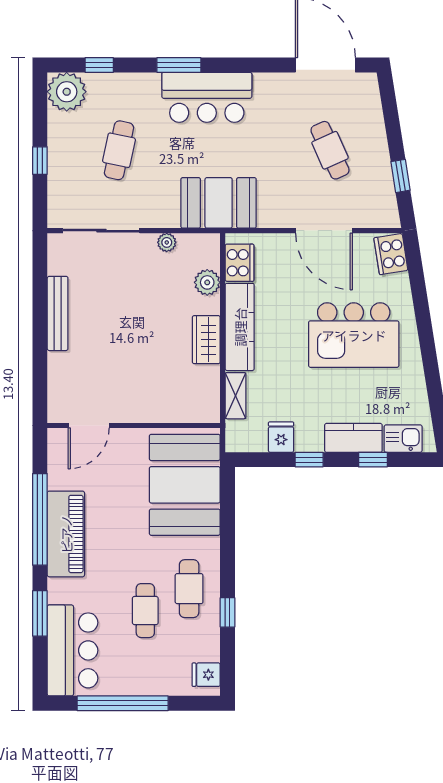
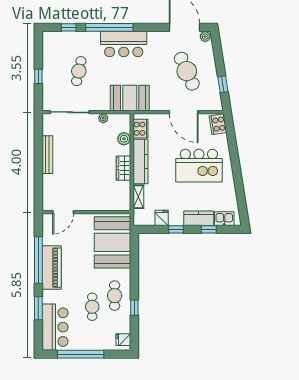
window: (179, 65) -> (109, 27), width x2.11
plant: (67, 92) -> (205, 37), moved, width x0.53, depth x0.53
cafe table: (330, 150) -> (187, 71), width x1.37, depth x1.35

